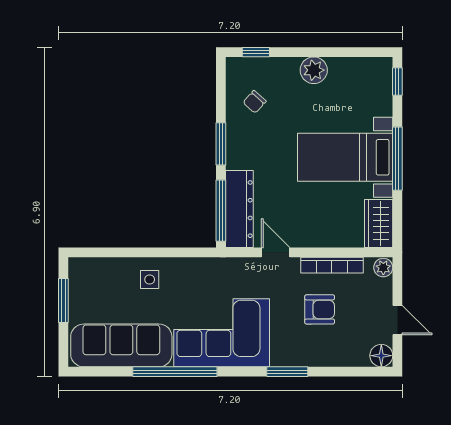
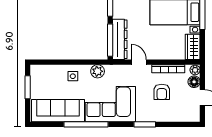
plant: (197, 270) -> (98, 71), added
armchair: (320, 309) -> (162, 92), turned 90
floor lamp: (381, 356) -> (194, 82), moved

